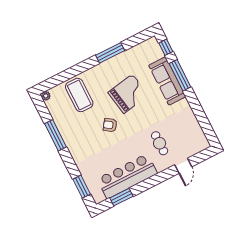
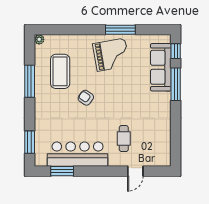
sofa: (167, 81) -> (161, 67), moved
grand piano: (128, 94) -> (111, 55), moved
coffee table: (79, 95) -> (60, 71), moved

